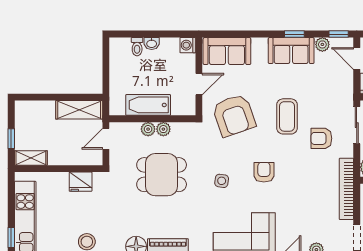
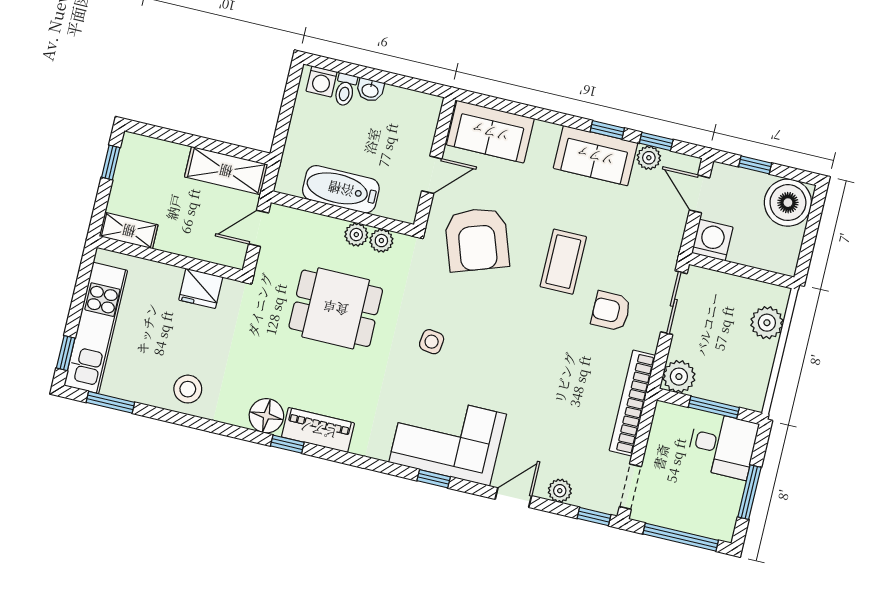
window: (339, 34) -> (656, 141), moved
washing machine: (188, 45) -> (322, 82), moved, turned -90
plant: (148, 129) -> (381, 241), moved
window: (11, 139) -> (111, 162), moved
armchair: (264, 172) -> (504, 344), removed

